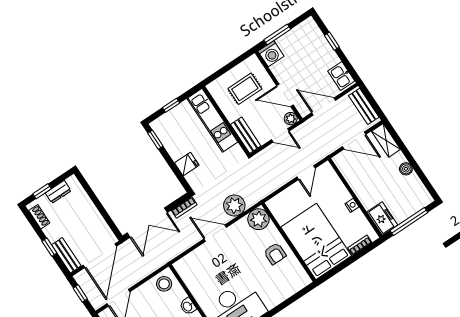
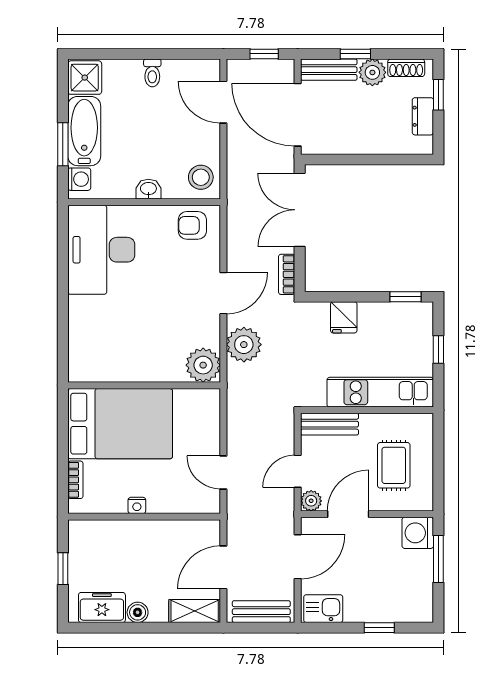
freezer: (382, 219) -> (102, 607), moved, turned 180
window: (409, 221) -> (63, 569), width x0.46
plant: (53, 232) -> (372, 72), added
armchair: (275, 254) -> (192, 225), moved

